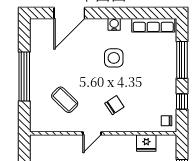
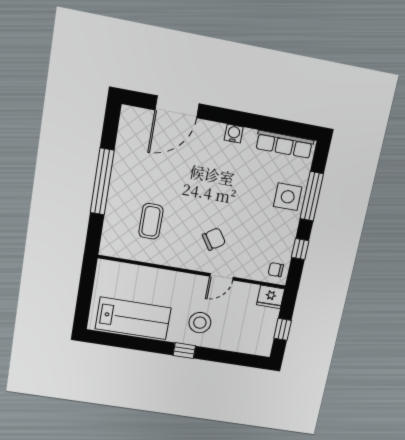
side table: (114, 58) -> (288, 197), moved
coffee table: (65, 100) -> (151, 221), turned 46
door: (92, 133) -> (221, 277), moved
fridge: (146, 143) -> (271, 297), moved

